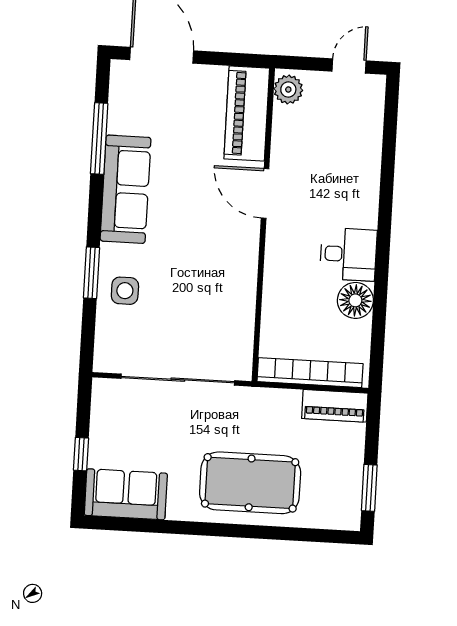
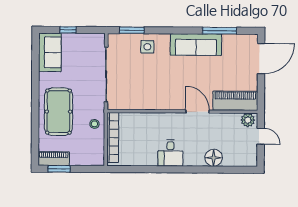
door: (349, 66) -> (261, 136), moved
door: (265, 193) -> (197, 112), hinge flipped
window: (91, 273) -> (132, 30), moved
floor lamp: (355, 300) -> (214, 158), moved
piano: (335, 406) -> (54, 159), moved, turned 90
stool: (280, 409) -> (94, 124), added

